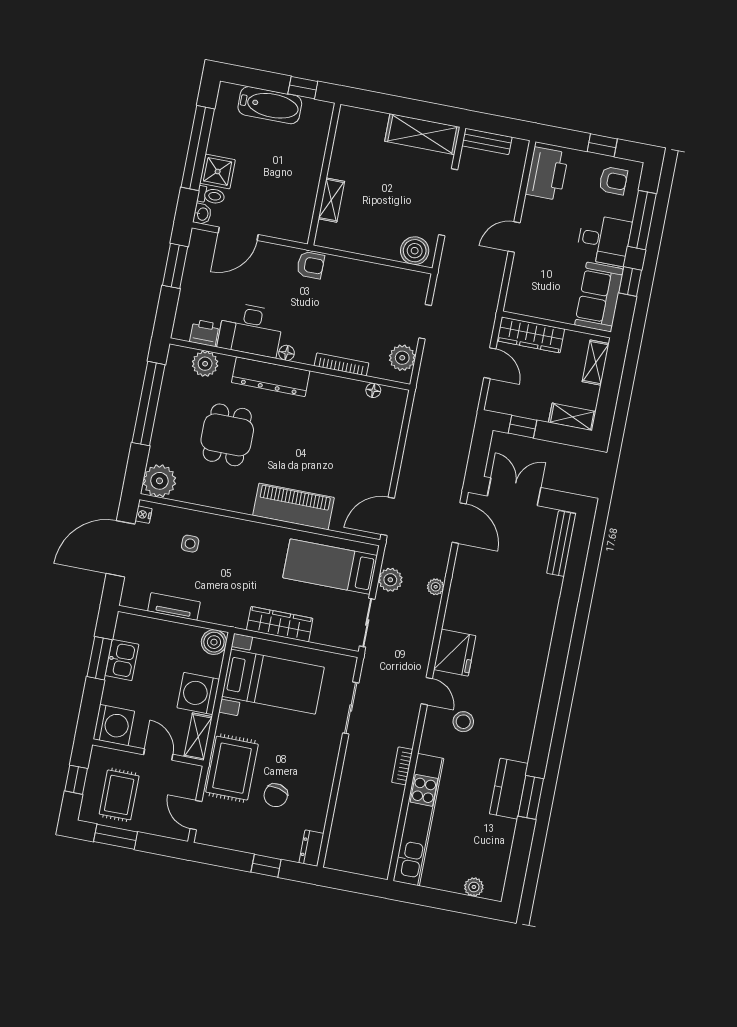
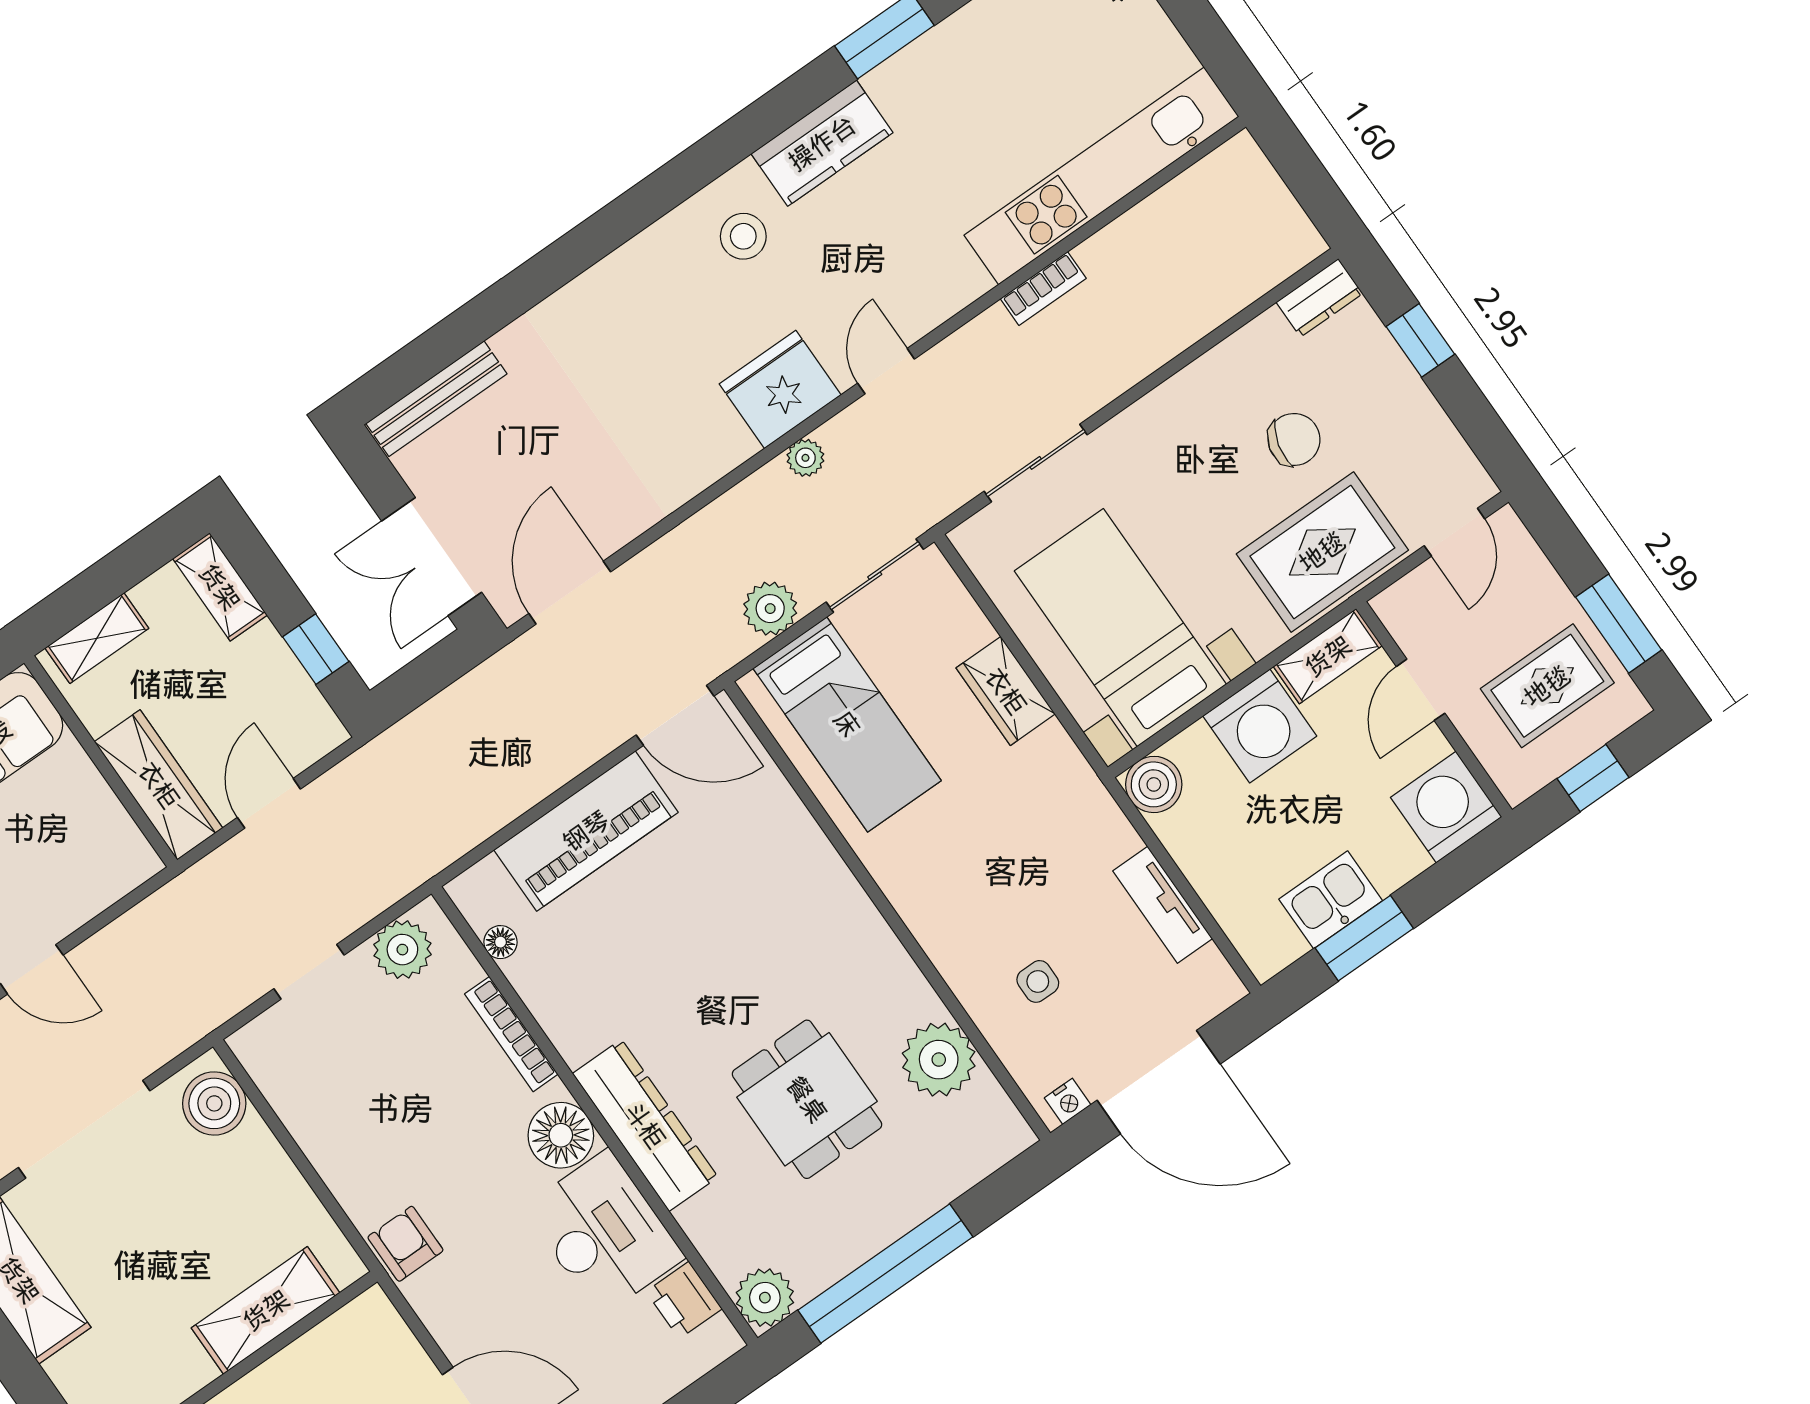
shelving: (331, 200) -> (266, 1310), width x1.50, depth x1.33
floor lamp: (287, 353) -> (561, 1135), width x1.89, depth x1.89
plant: (205, 364) -> (765, 1298), moved
dining table: (227, 435) -> (807, 1099), turned 90
plant: (159, 481) -> (939, 1060), moved
piano: (293, 506) -> (586, 831), moved, turned -90
plant: (436, 587) -> (805, 458), moved
wardrobe: (280, 624) -> (1006, 691), width x0.67
stool: (463, 722) -> (743, 236), moved
kitchen counter: (509, 789) -> (822, 143), moved

